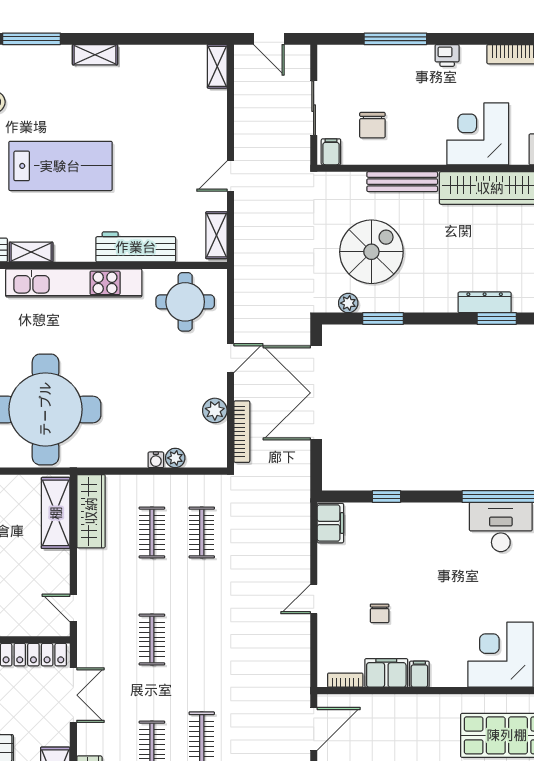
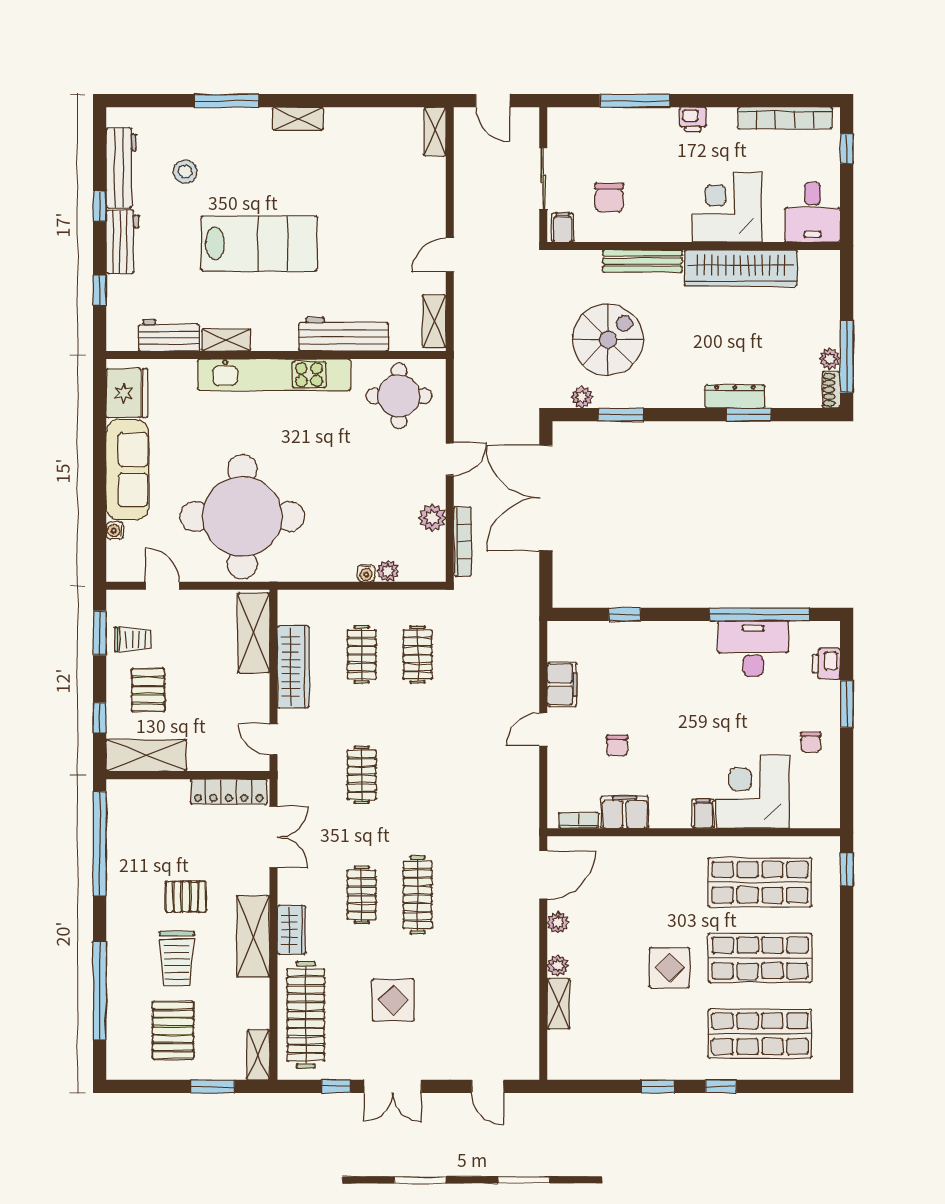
wardrobe: (91, 511) -> (293, 667), moved
filing cabinet: (330, 523) -> (562, 684), moved
filing cabinet: (419, 674) -> (703, 814), moved

